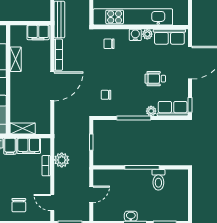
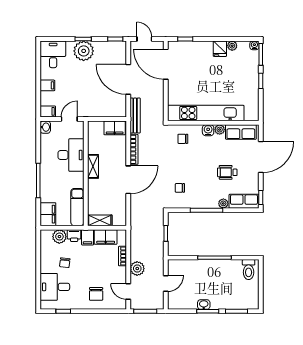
shelving: (16, 59) -> (93, 166), moved
plant: (62, 160) -> (137, 269), moved
toilet: (158, 180) -> (249, 270), moved

